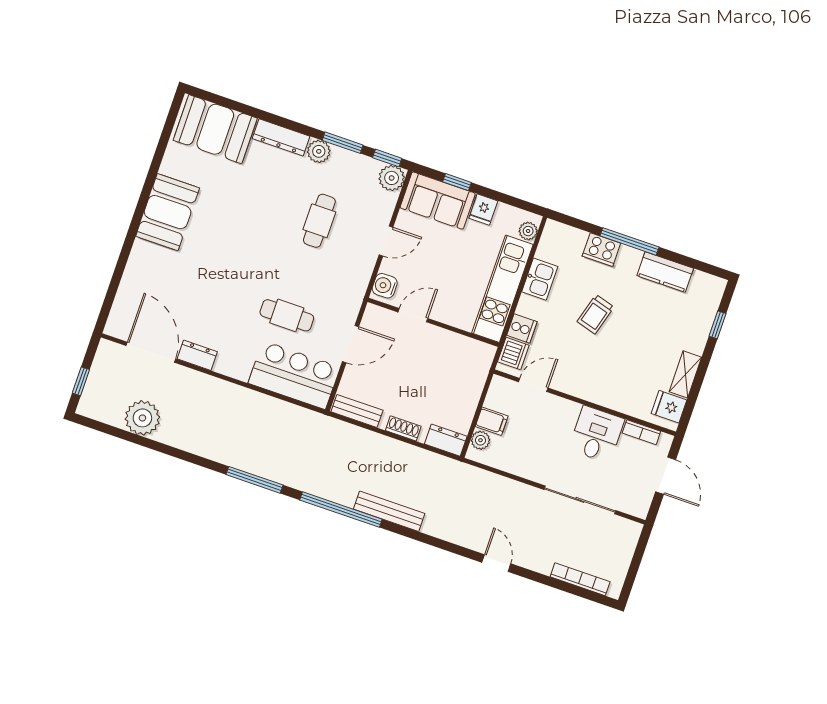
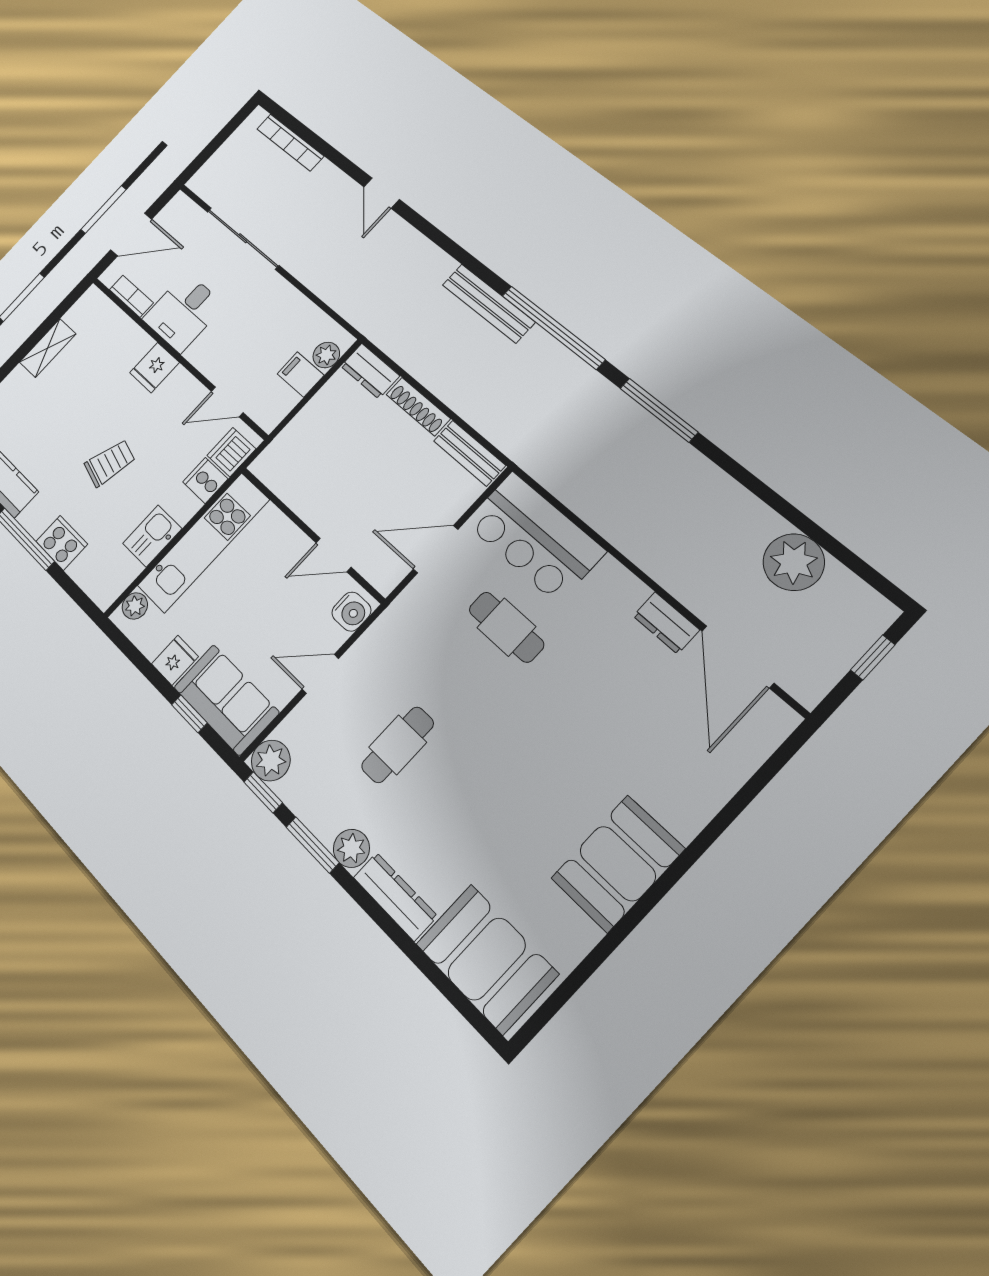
fridge: (669, 407) -> (154, 368), moved, turned 90
shoe rack: (403, 428) -> (418, 407), width x1.43
door: (666, 476) -> (131, 235), swing flipped

